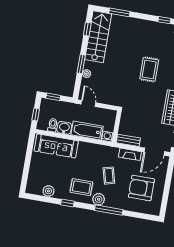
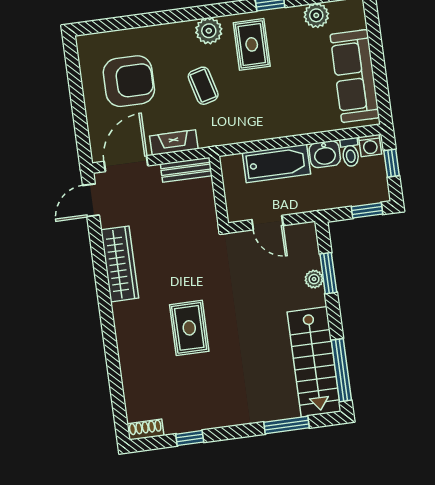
window: (87, 29) -> (341, 370), width x2.17
window: (81, 64) -> (328, 273), moved
door: (88, 103) -> (267, 223), moved
washing machine: (107, 136) -> (370, 146), moved
sofa: (56, 146) -> (355, 76), moved, turned -90
rug: (81, 187) -> (252, 44), turned 90
window: (109, 210) -> (181, 15), removed

